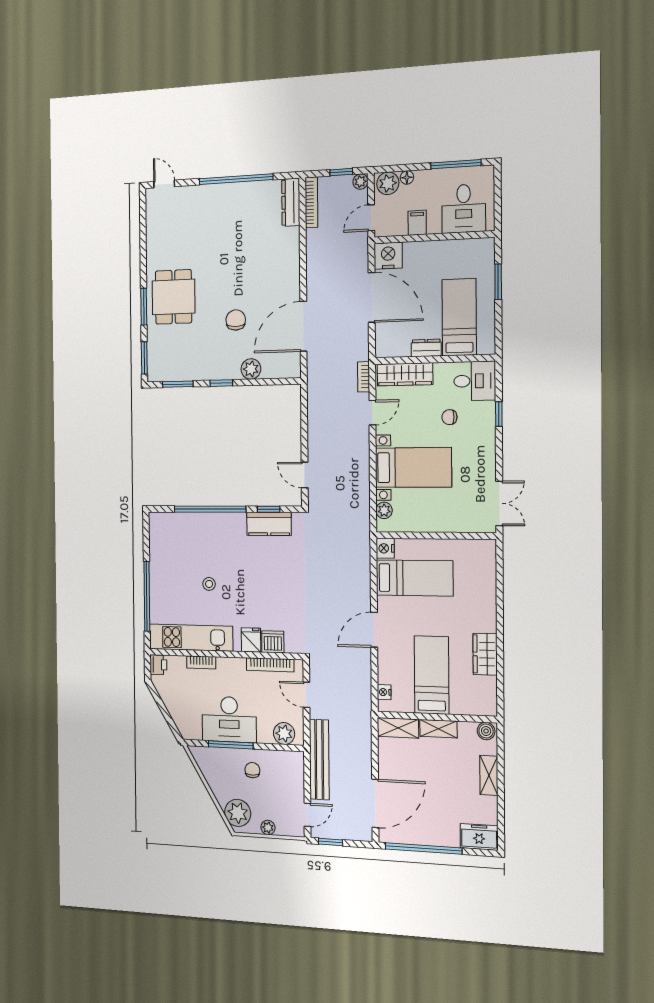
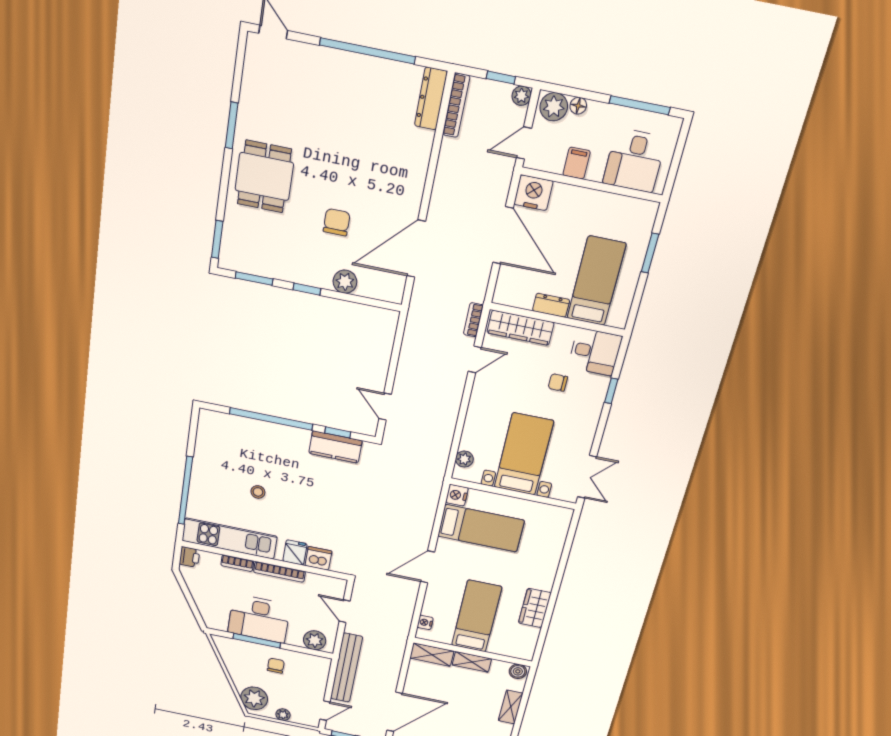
window: (144, 307) -> (232, 125), moved
bed with nightstands: (413, 467) -> (524, 454), moved, turned -90
bookcase: (270, 665) -> (279, 572), moved

